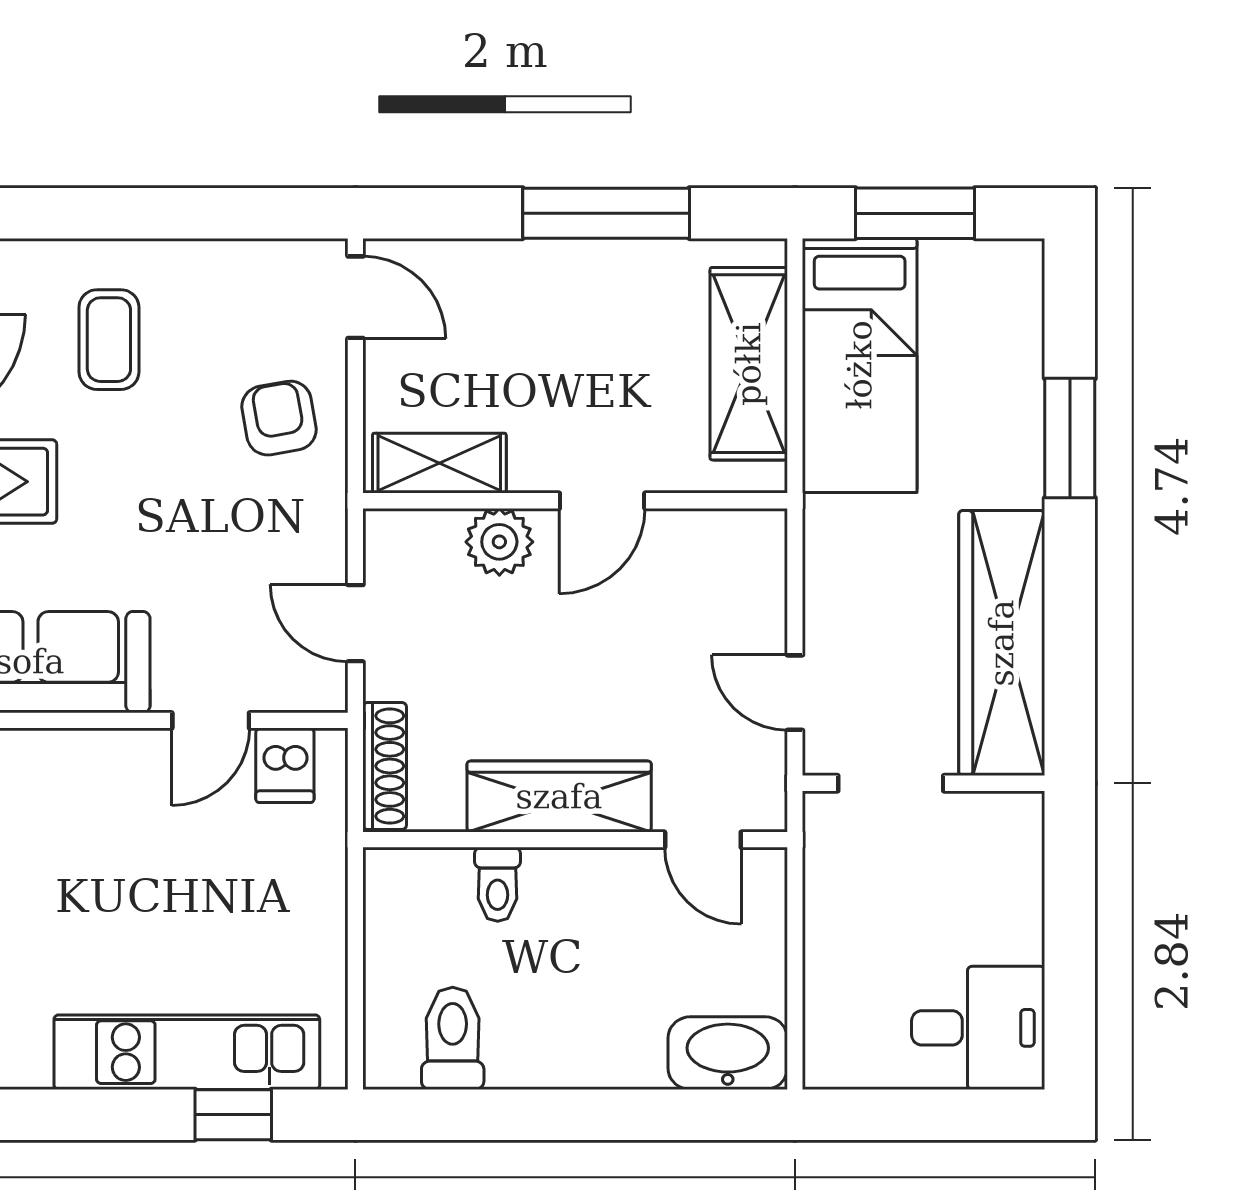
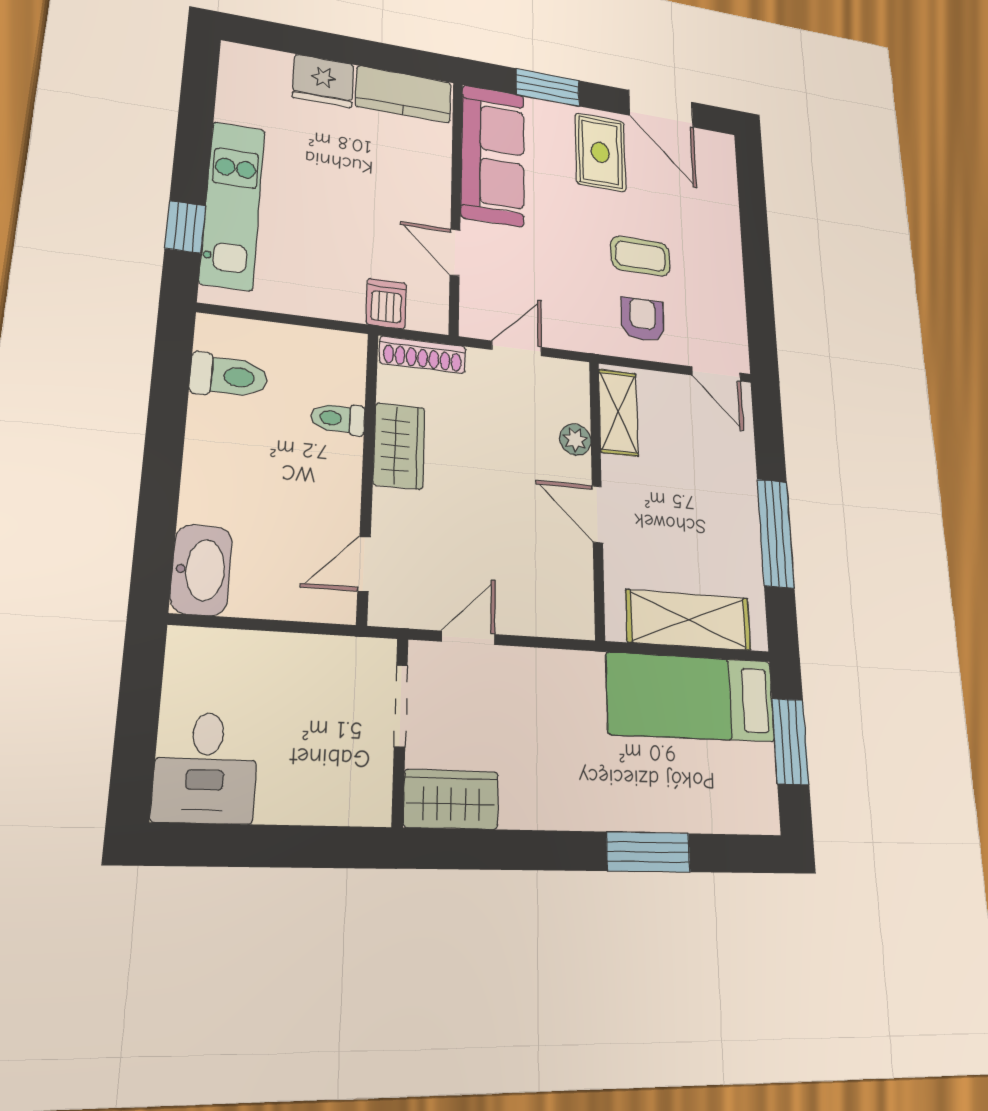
door: (355, 297) -> (716, 374), hinge flipped
coffee table: (109, 340) -> (640, 256), moved
armchair: (279, 418) -> (643, 319), turned -80
plant: (499, 542) -> (575, 440), width x0.73, depth x0.73
wardrobe: (1002, 643) -> (451, 799), width x0.48, depth x0.85
dishwasher: (285, 765) -> (386, 304), moved, turned 90
wardrobe: (559, 797) -> (399, 446), width x0.67

